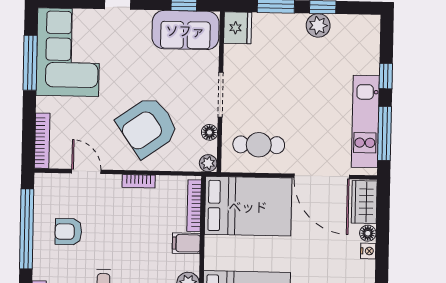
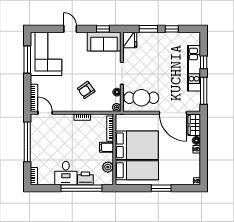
plant: (318, 25) -> (170, 38), removed
kitchen unit: (365, 121) -> (194, 68), moved
armchair: (148, 127) -> (86, 90), width x0.53, depth x0.53
cafe table: (259, 145) -> (141, 98), width x1.37, depth x1.35
door: (86, 171) -> (45, 113), moved
bed: (248, 206) -> (137, 145), moved
armchair: (68, 232) -> (48, 143), removed

